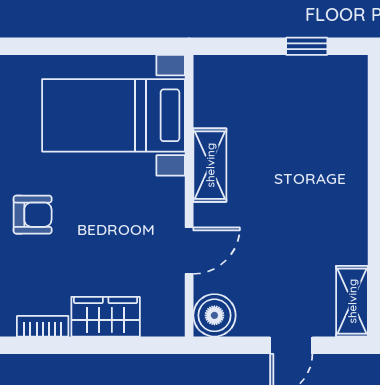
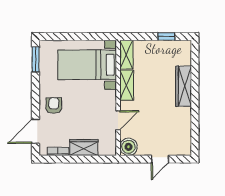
wardrobe: (349, 167) -> (184, 86), added
armchair: (33, 215) -> (54, 106), turned -90
shelving: (352, 301) -> (126, 55), moved

